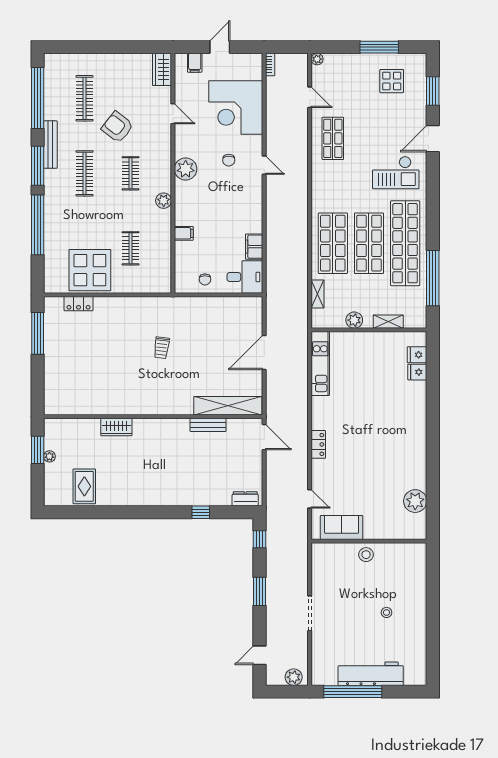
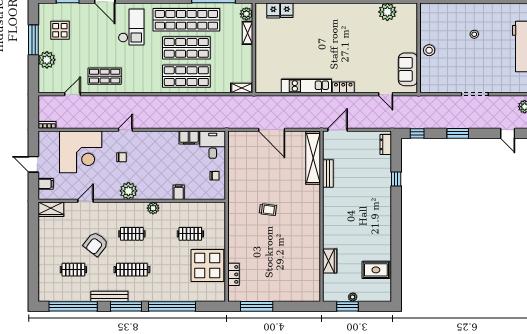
plant: (317, 59) -> (47, 60), moved, width x1.87, depth x1.87
clothes rail: (84, 98) -> (73, 270), width x0.73
shelving: (318, 294) -> (242, 88), moved
plant: (354, 320) -> (246, 14), moved
kitchen unit: (320, 364) -> (306, 86), moved
wardrobe: (116, 427) -> (330, 261), moved
door: (310, 499) -> (386, 94), swing flipped

